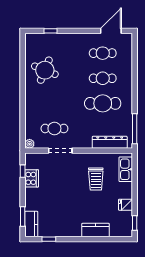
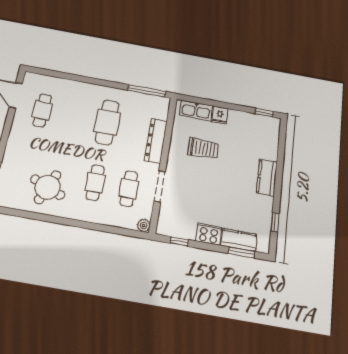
cafe table: (103, 78) -> (95, 183), moved
dresser: (110, 142) -> (156, 141), moved
cooker: (32, 178) -> (209, 234), moved
fridge: (125, 205) -> (220, 115), moved
kitchen counter: (31, 224) -> (239, 240), moved
kitchen counter: (96, 230) -> (267, 178), moved

